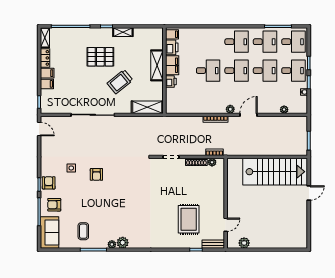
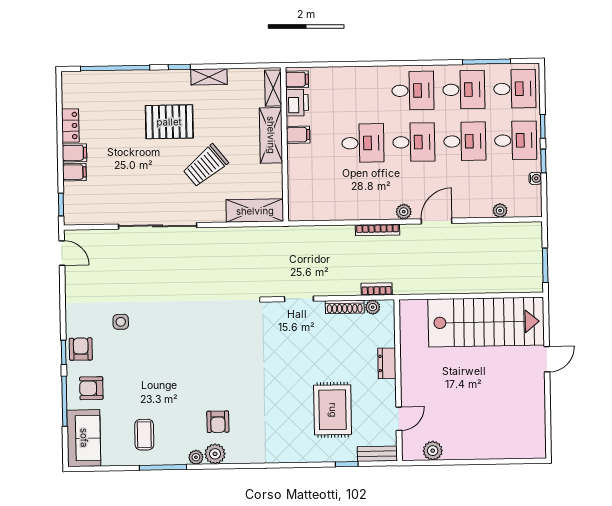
shelving: (45, 38) -> (273, 88), moved
filing cabinet: (172, 65) -> (298, 135), width x0.50
printer: (171, 82) -> (297, 164), removed
armchair: (96, 174) -> (218, 422), moved
dresser: (219, 194) -> (387, 363), added

